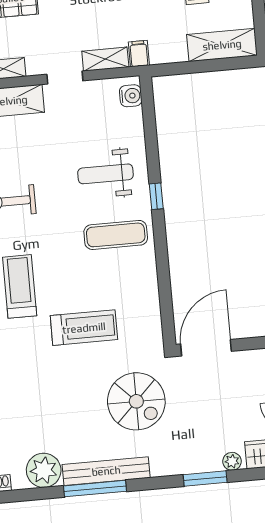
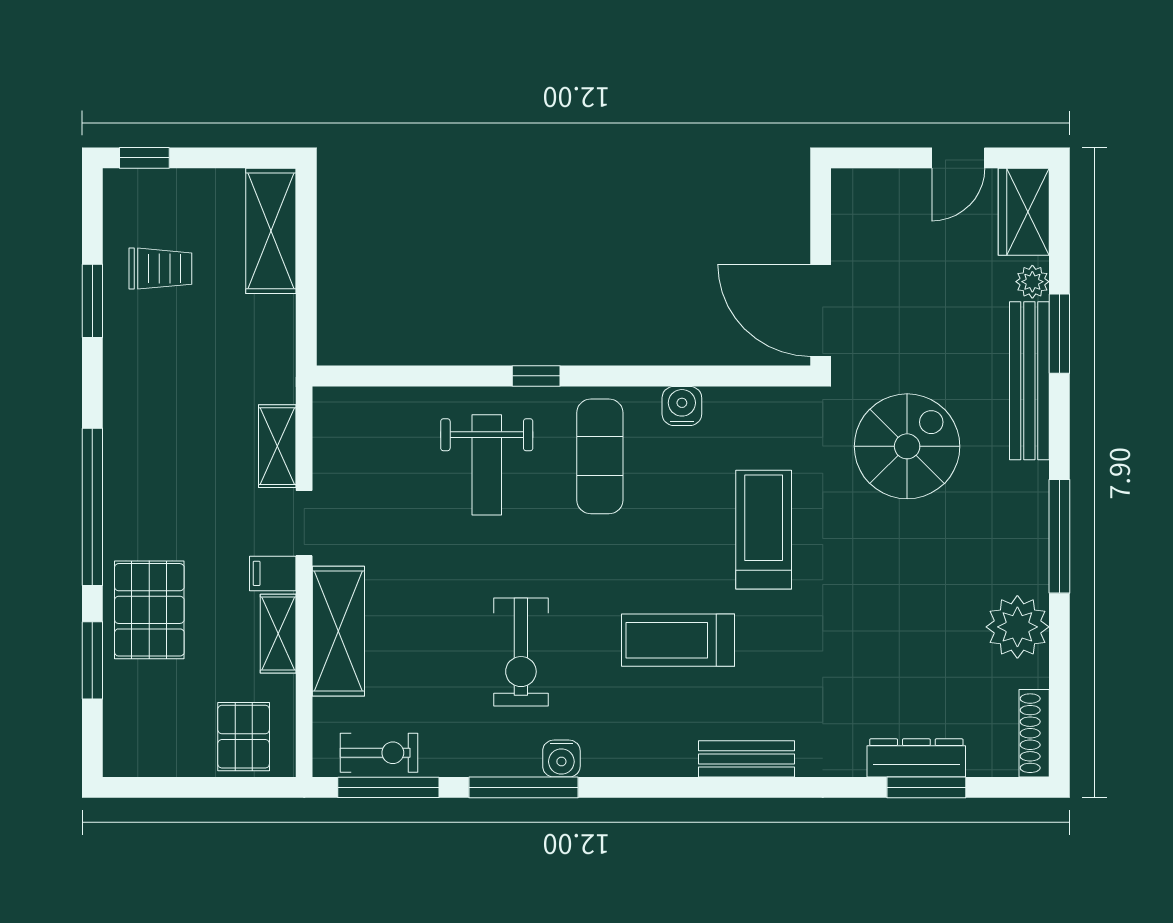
filing cabinet: (139, 54) -> (273, 573), moved
water cooler: (131, 96) -> (682, 406), moved
bench: (106, 471) -> (1029, 381), moved

